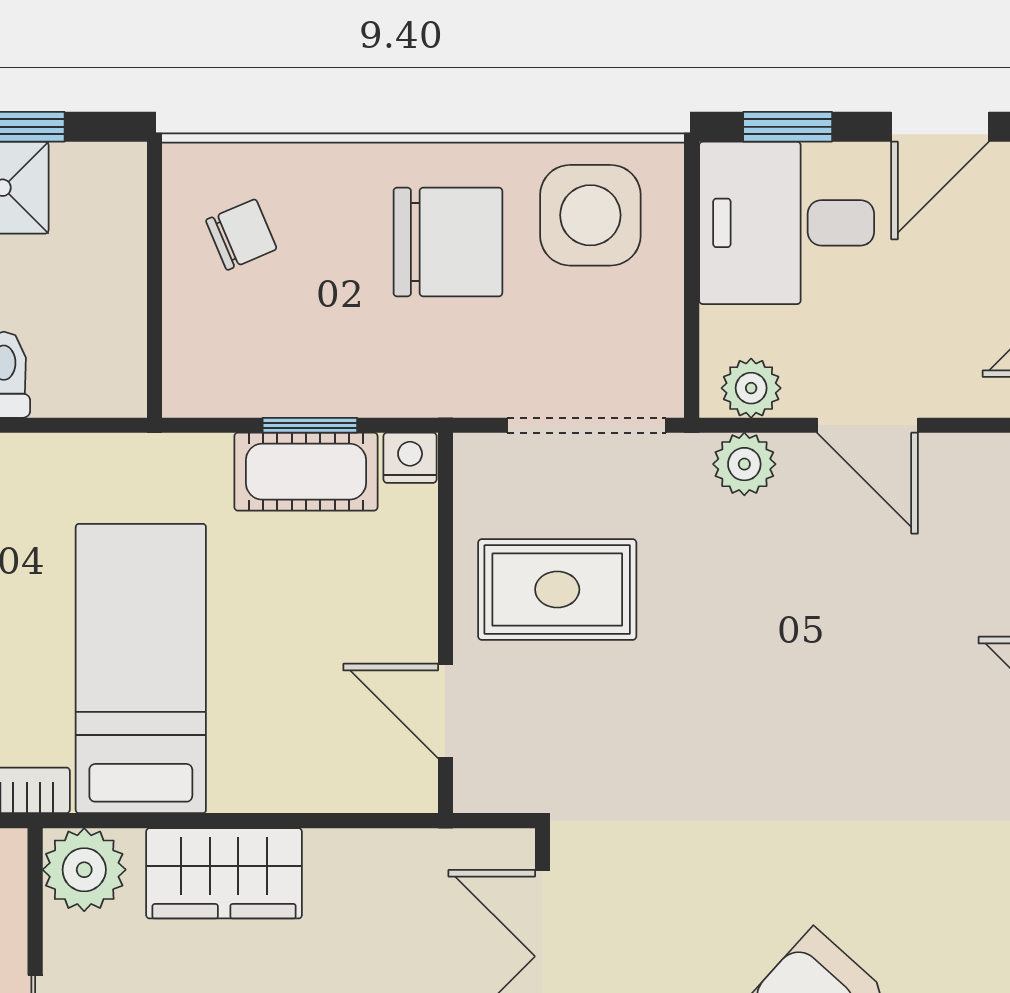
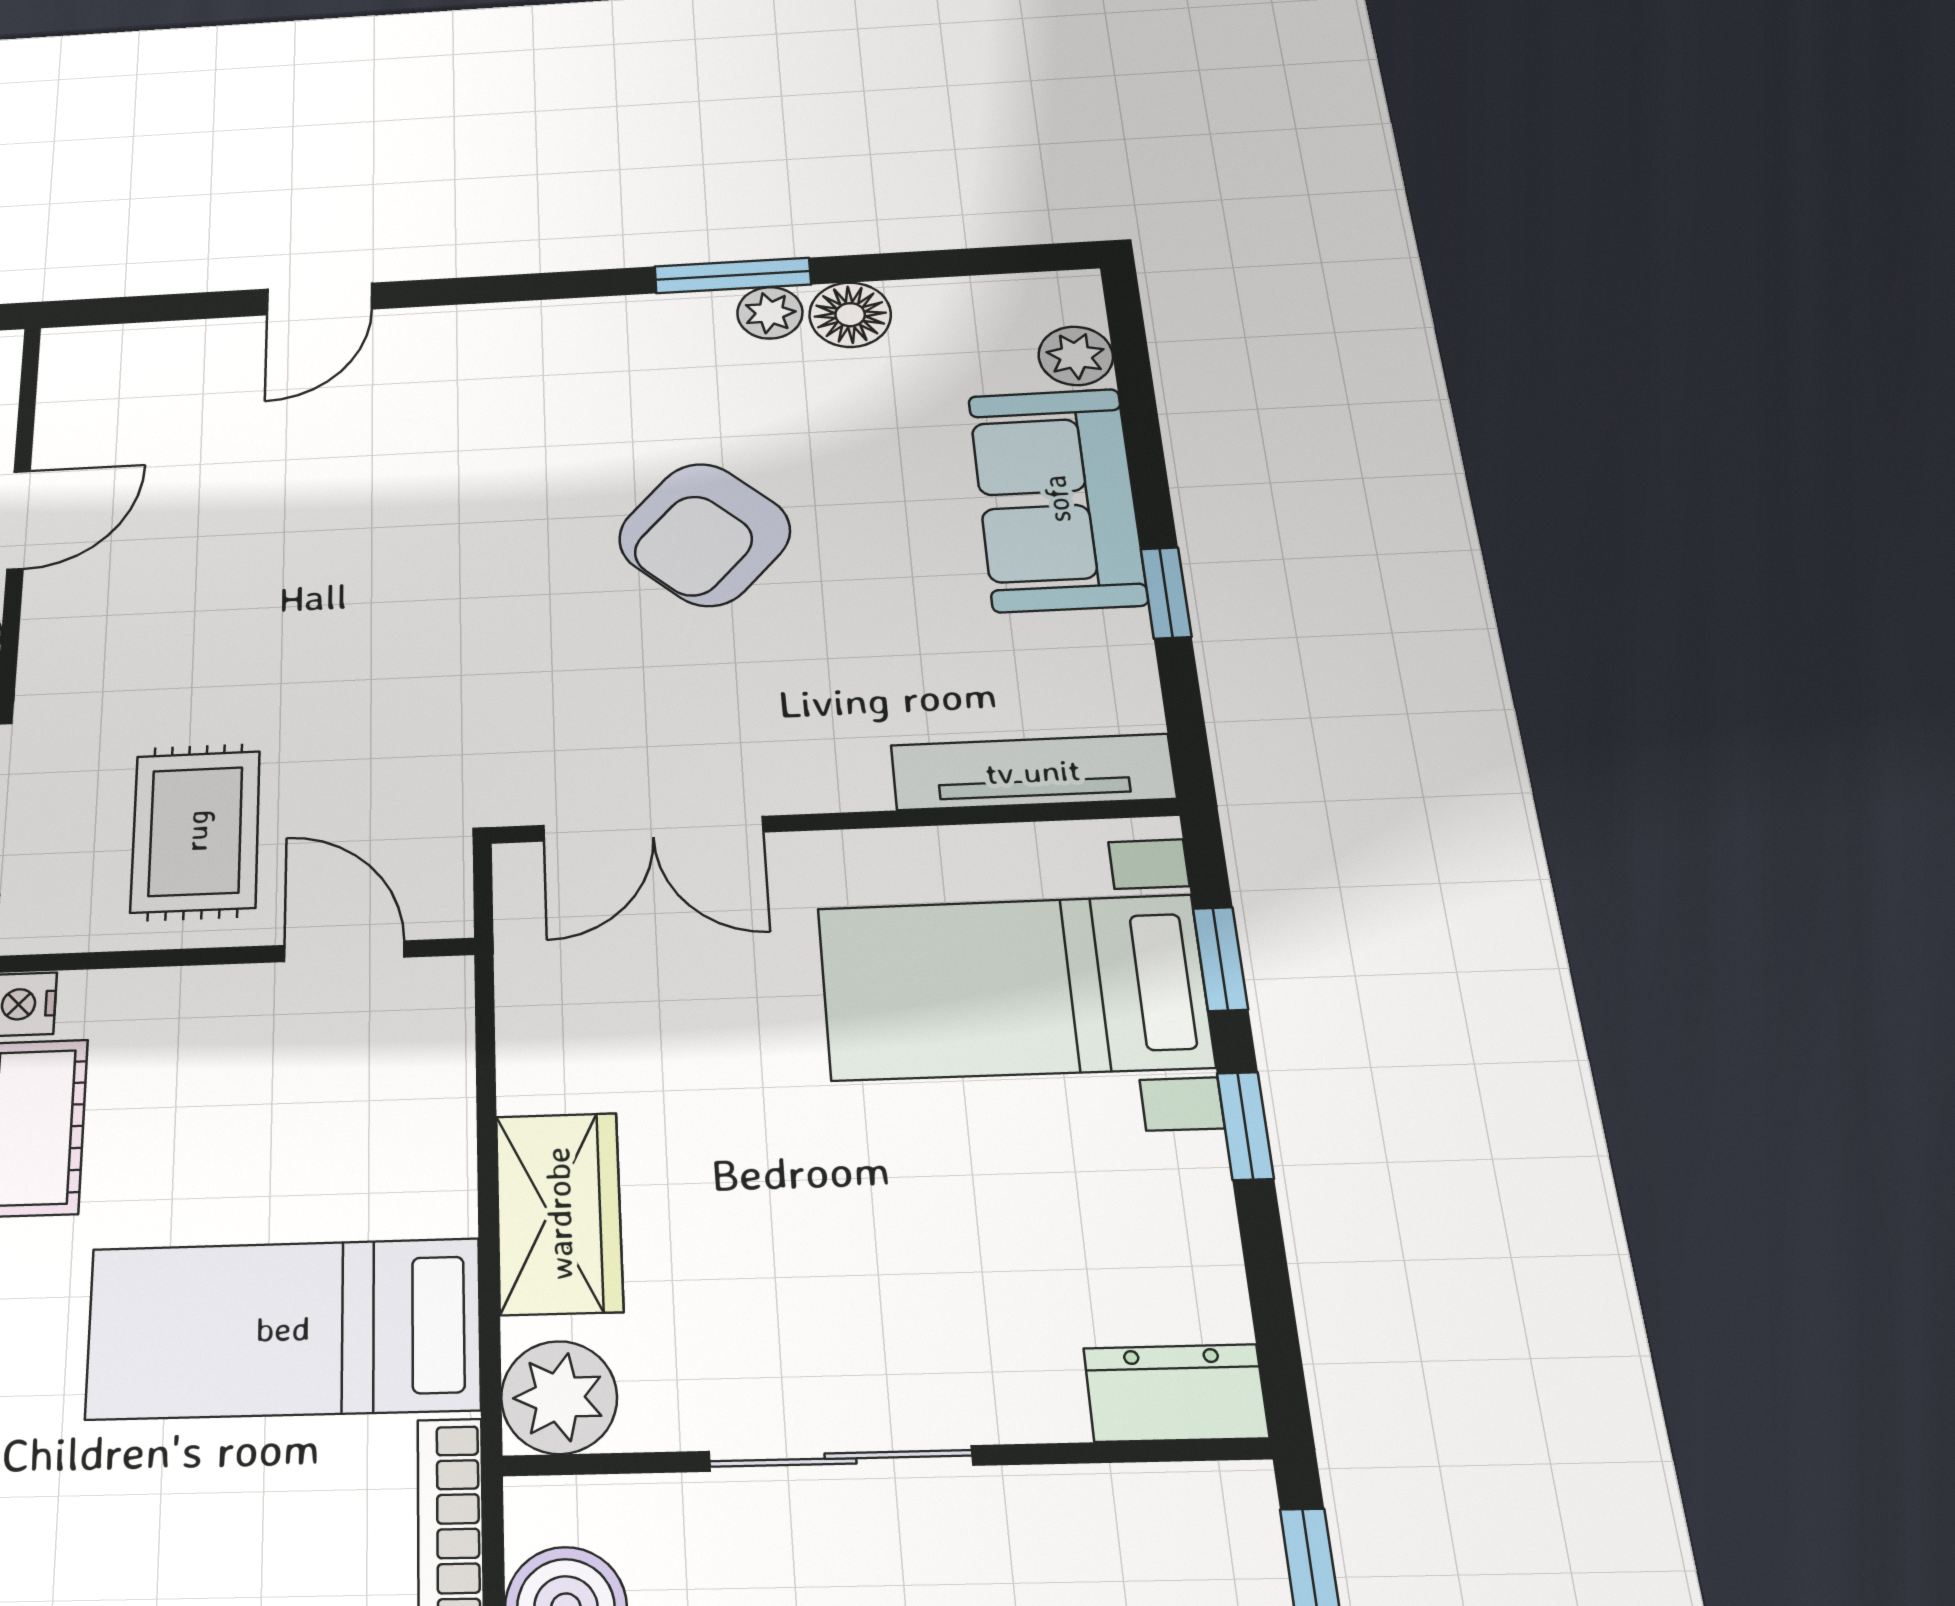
plant: (744, 464) -> (55, 640), removed
door: (445, 711) -> (344, 951), swing flipped

